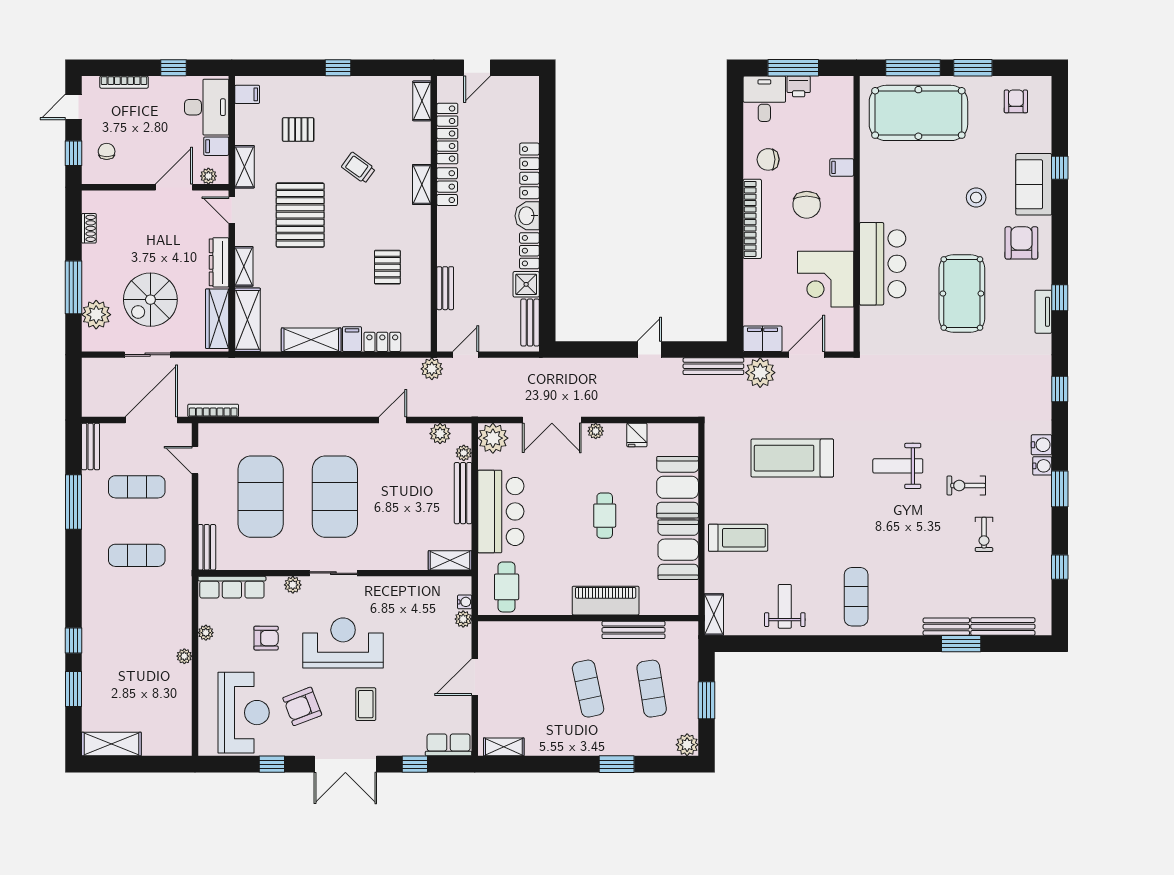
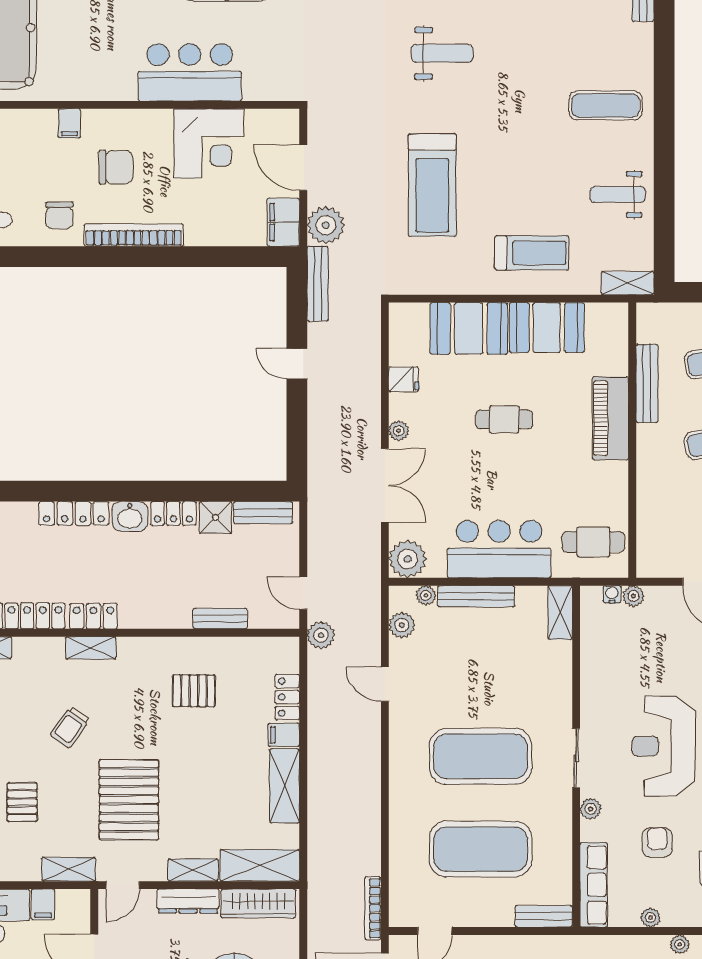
plant: (208, 176) -> (80, 914), removed
pallet: (300, 215) -> (129, 800), turned 90
weight bench: (898, 466) -> (442, 53), turned -90
treadmill: (738, 538) -> (532, 253), turned 90

